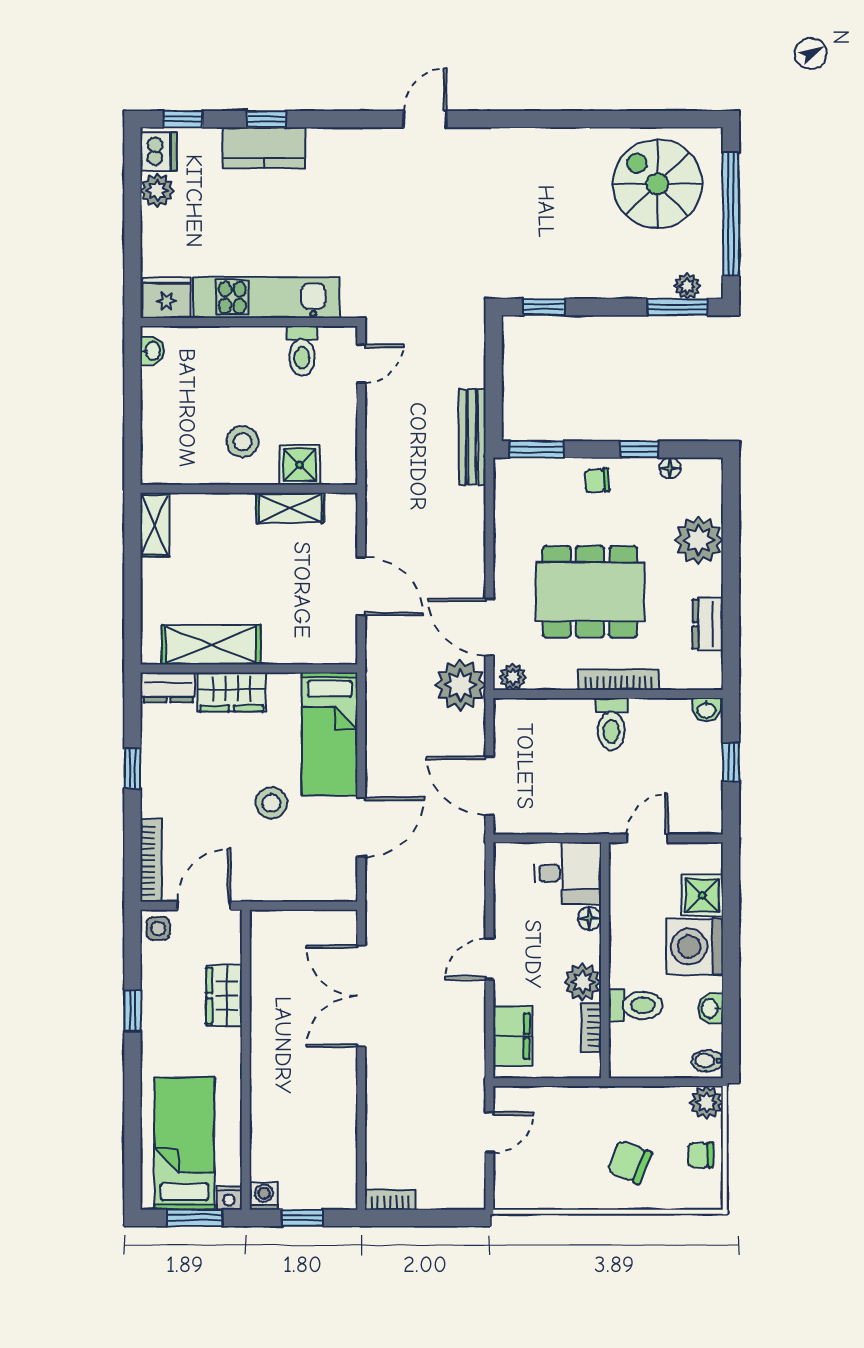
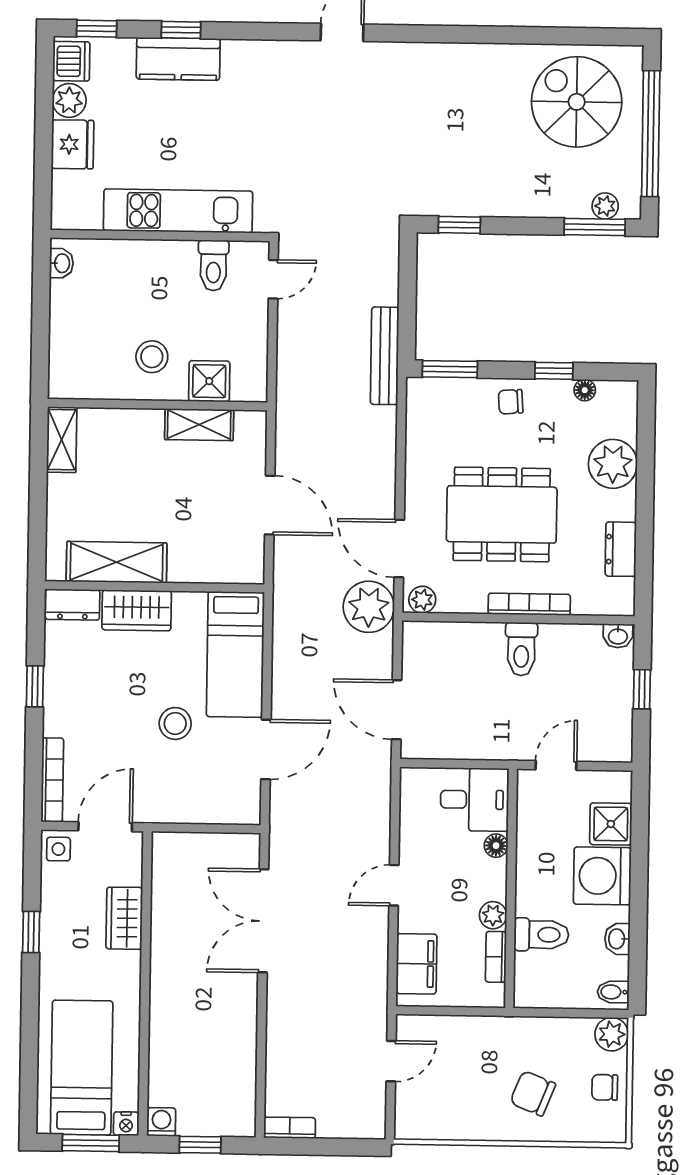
fridge: (166, 298) -> (72, 144), moved, turned 90
plant: (583, 982) -> (493, 915), width x0.73, depth x0.73

